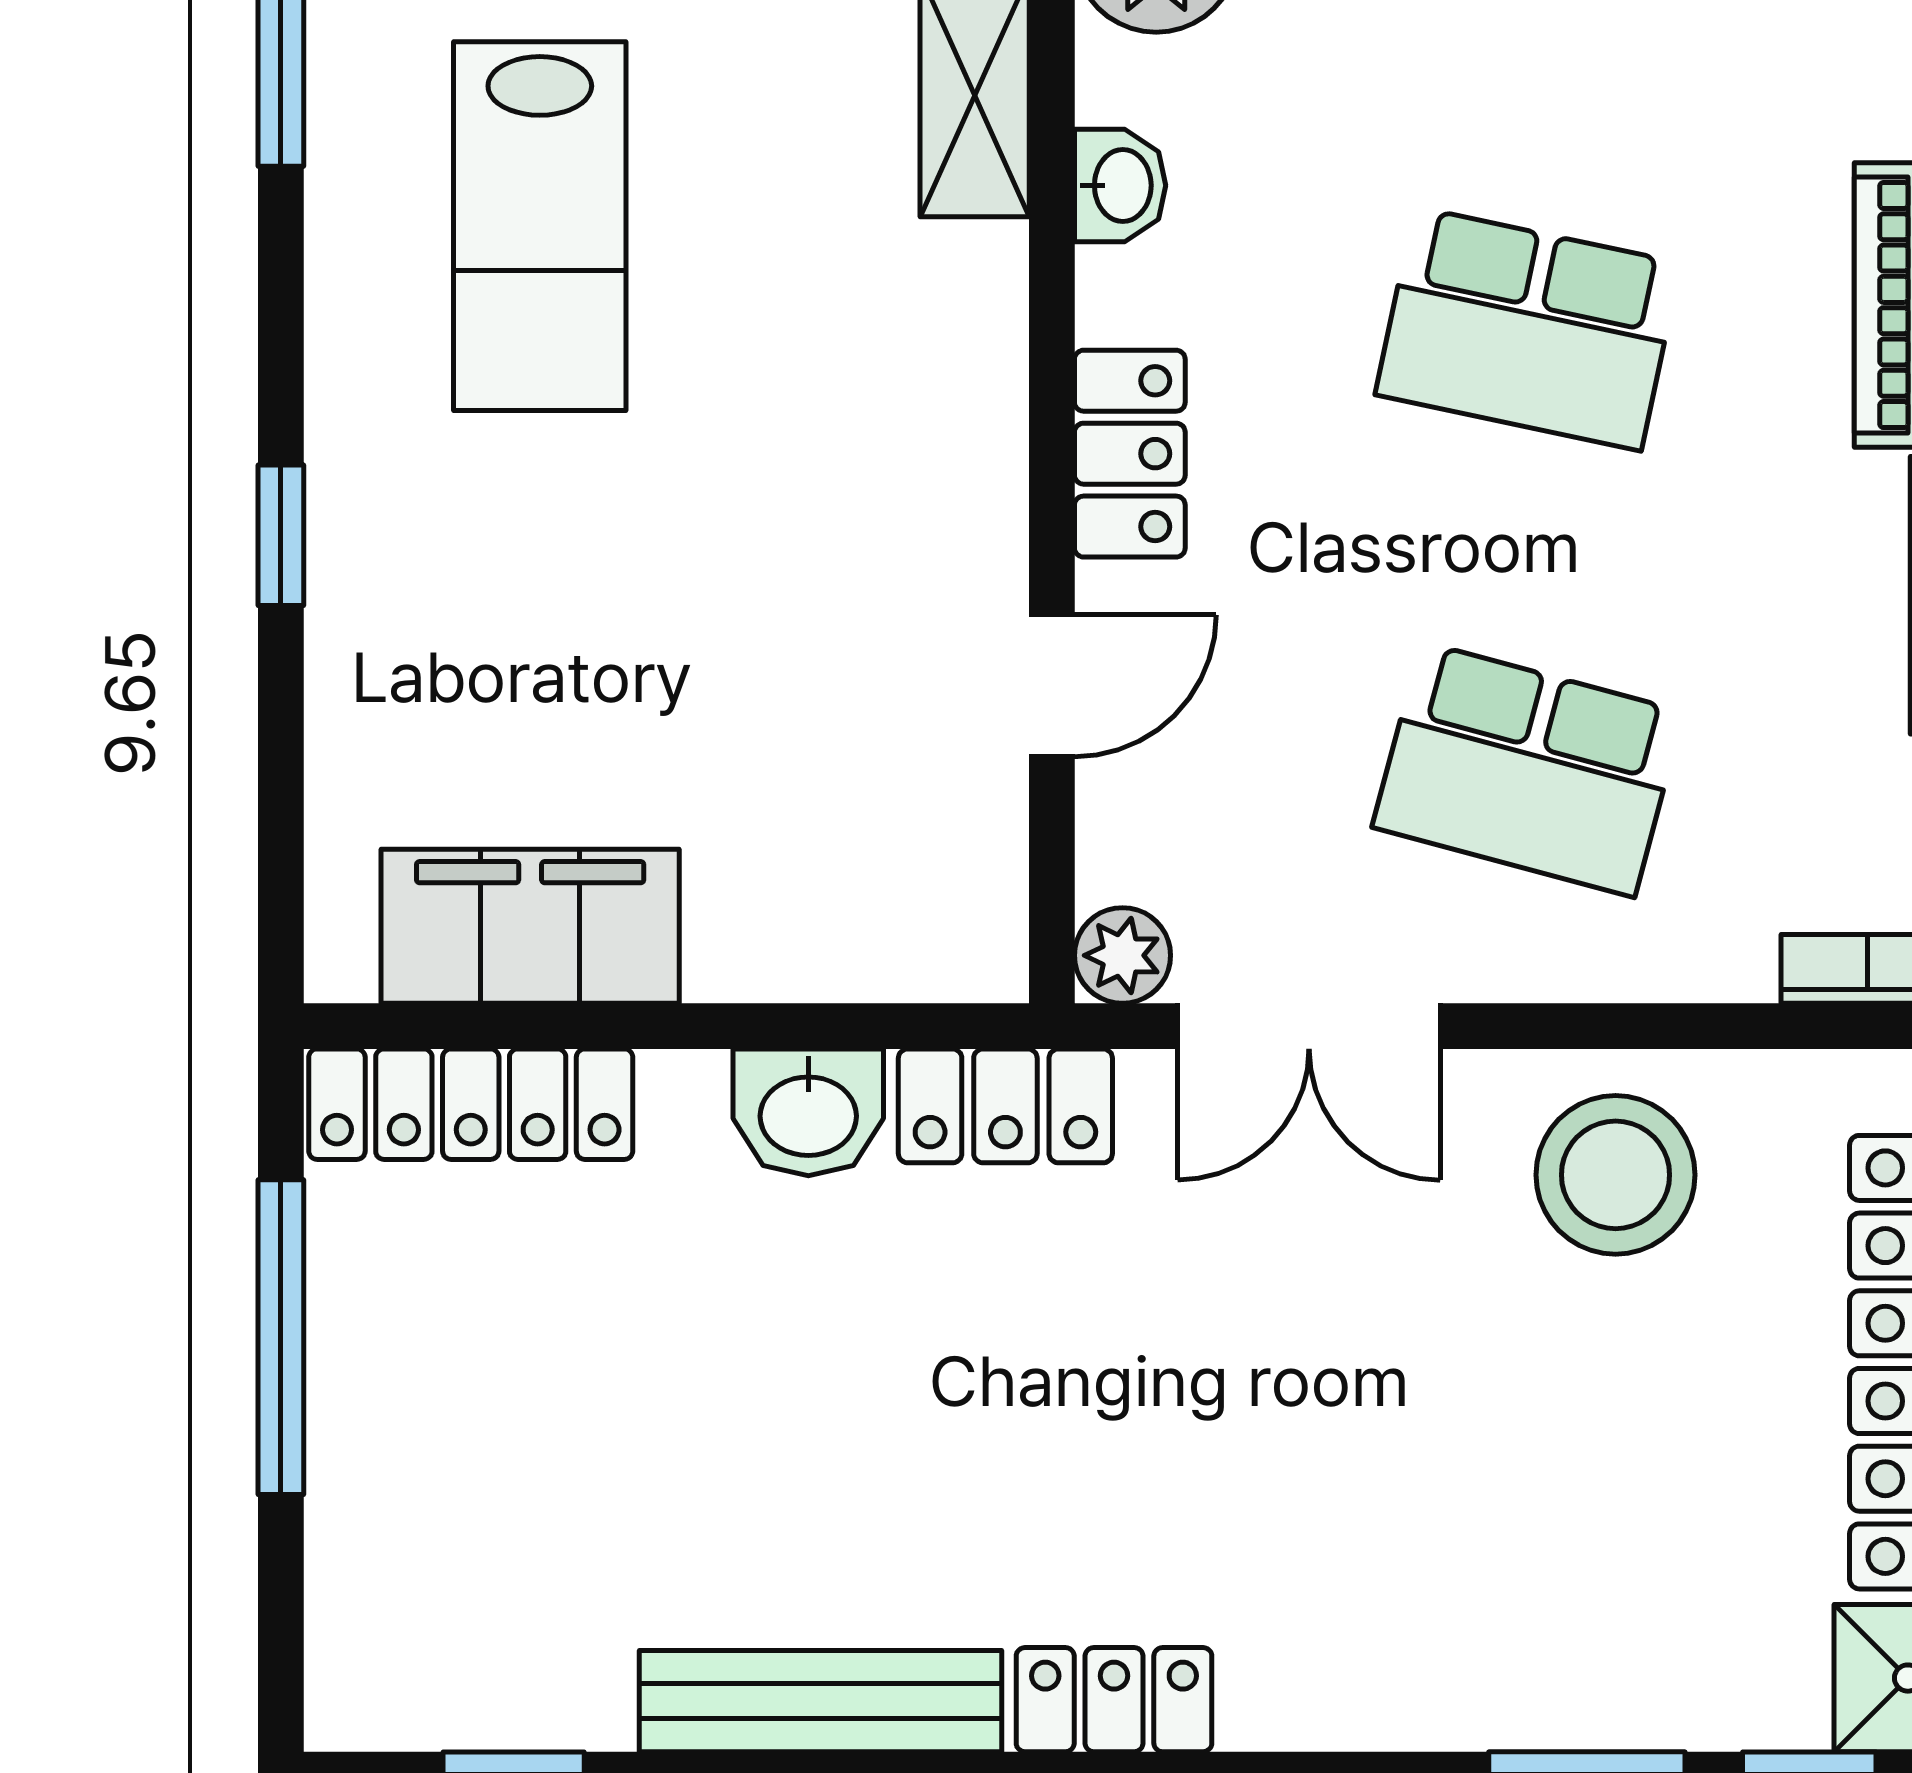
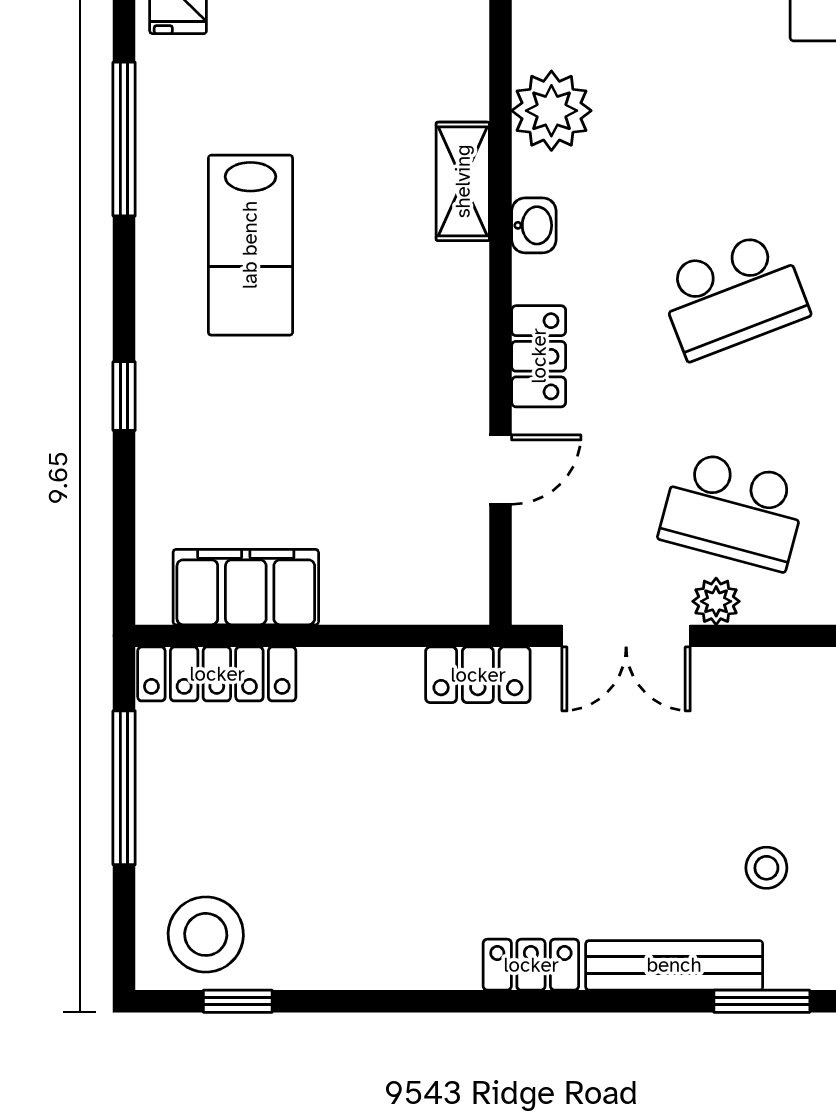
school desk: (1528, 329) -> (733, 295), turned -33
plant: (1123, 955) -> (716, 601), moved
washbasin: (808, 1112) -> (382, 678), removed
stool: (1616, 1175) -> (766, 868), moved, width x0.53, depth x0.53
stool: (448, 1638) -> (206, 934), added
bench: (821, 1701) -> (674, 965), moved

